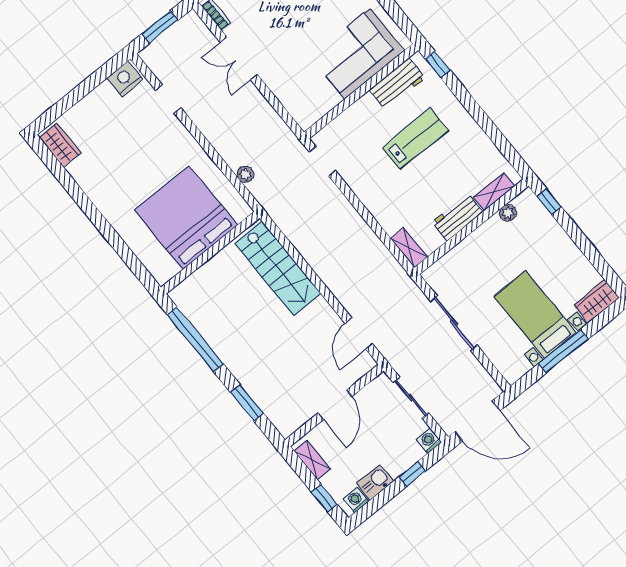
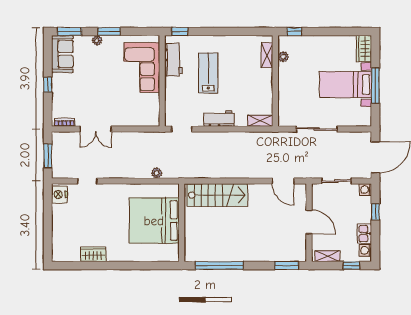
wardrobe: (60, 145) -> (93, 254), moved
workbench: (457, 217) -> (219, 119), moved, turned 90
window: (247, 403) -> (287, 266), moved

